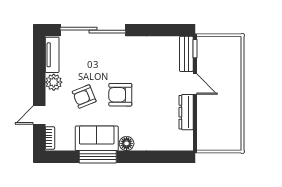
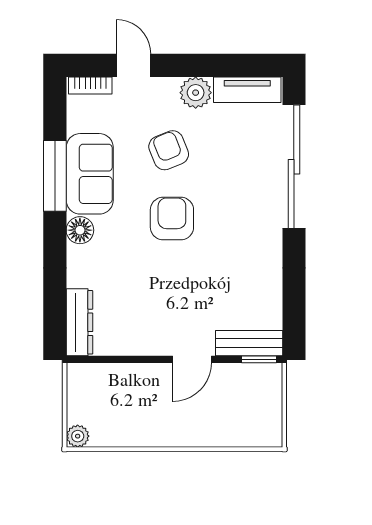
dresser: (186, 112) -> (79, 322), moved, turned 90
plant: (236, 145) -> (78, 436), added

